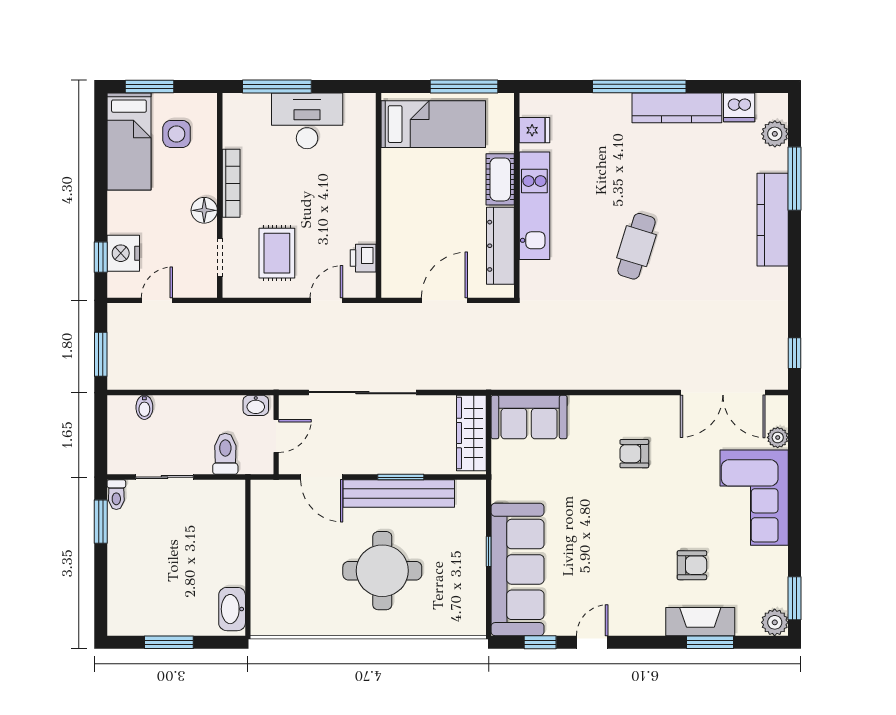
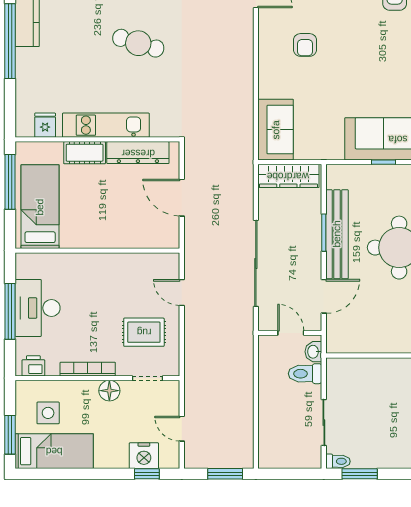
window: (277, 87) -> (10, 311), moved
printer: (363, 258) -> (33, 366), moved, turned 180
washbasin: (256, 405) -> (313, 352), moved, turned 180
bidet: (144, 407) -> (268, 439), removed

